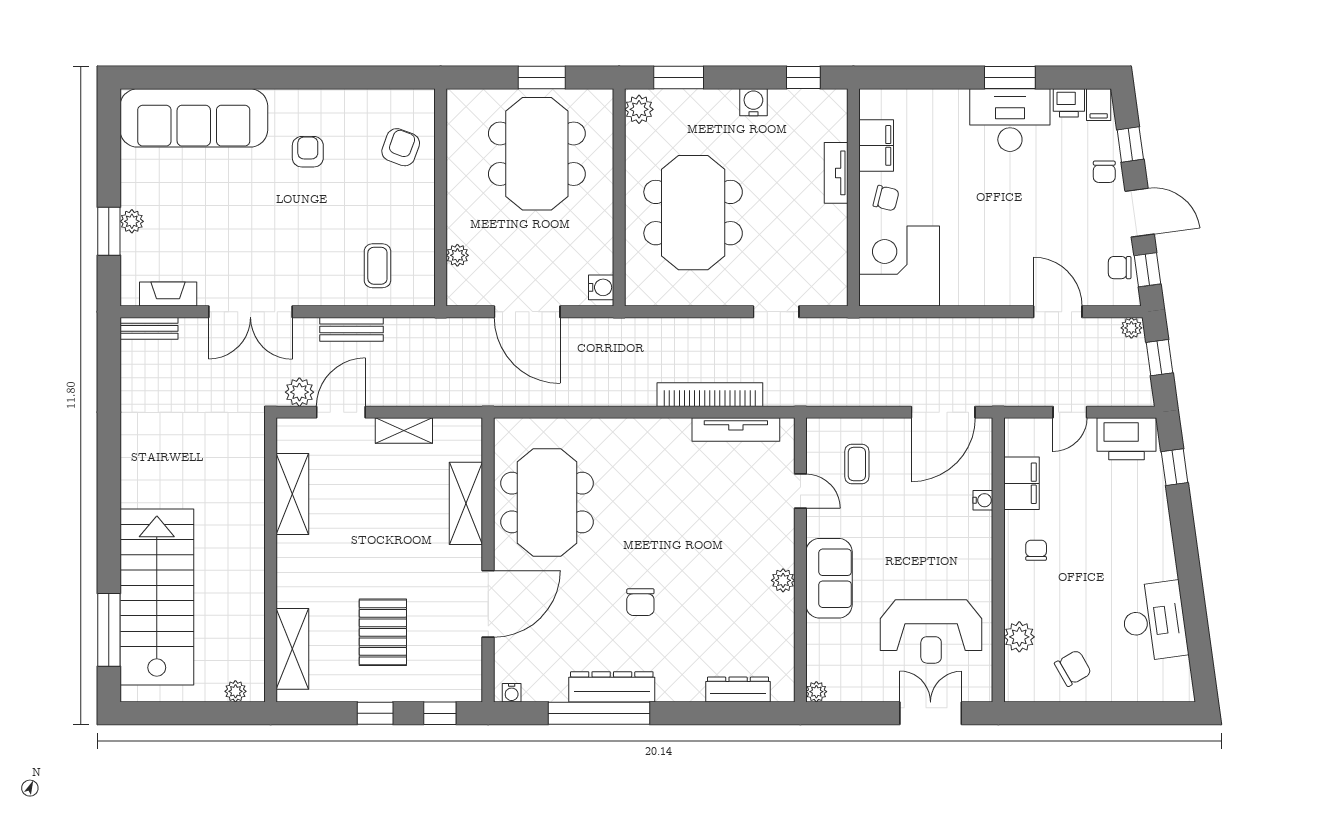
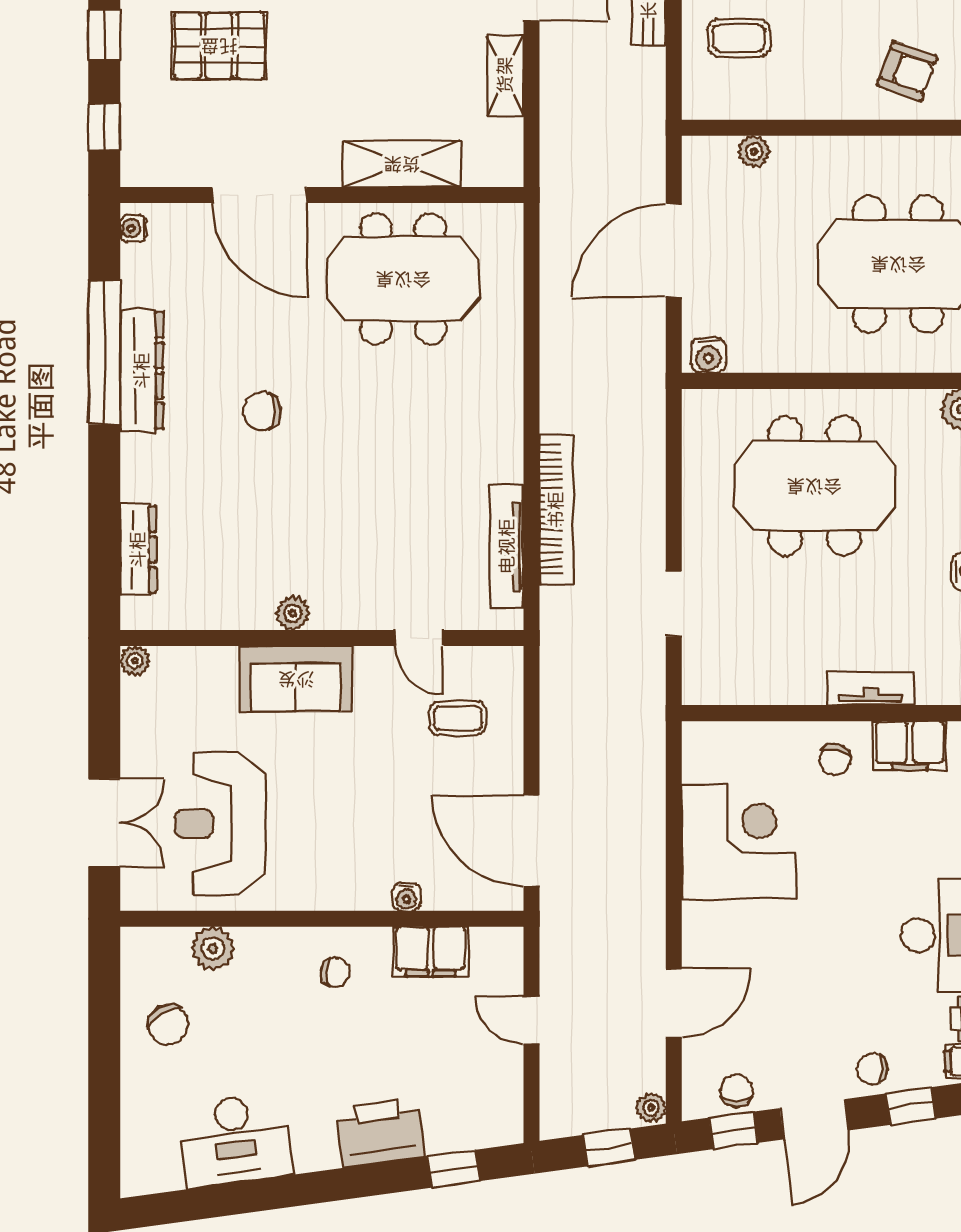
corner desk: (899, 266) -> (739, 841), moved
printer: (1126, 439) -> (380, 1133), moved, turned 82
door: (800, 491) -> (419, 638), hinge flipped

